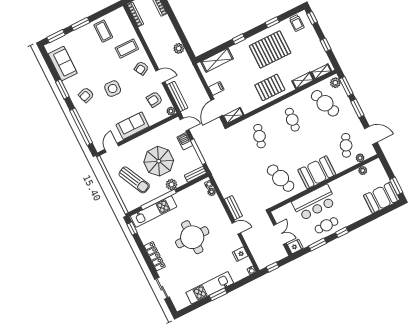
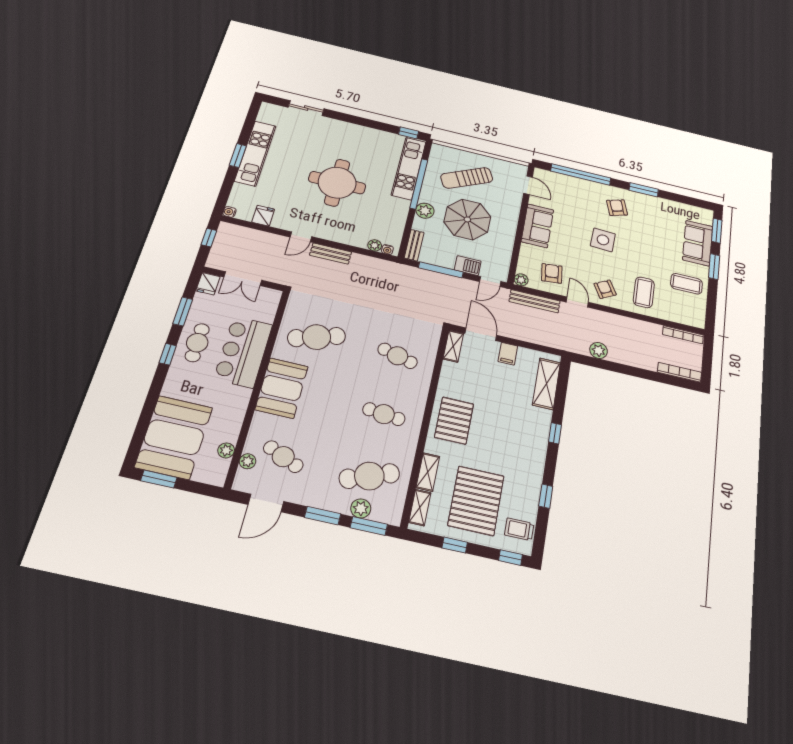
pallet: (270, 49) -> (476, 501), moved
sofa: (63, 64) -> (698, 243), moved, turned 90
door: (160, 76) -> (577, 302), swing flipped
plant: (335, 83) -> (361, 508), moved
booth: (382, 198) -> (174, 437), width x1.36, depth x1.42
locker: (155, 256) -> (352, 129), removed

